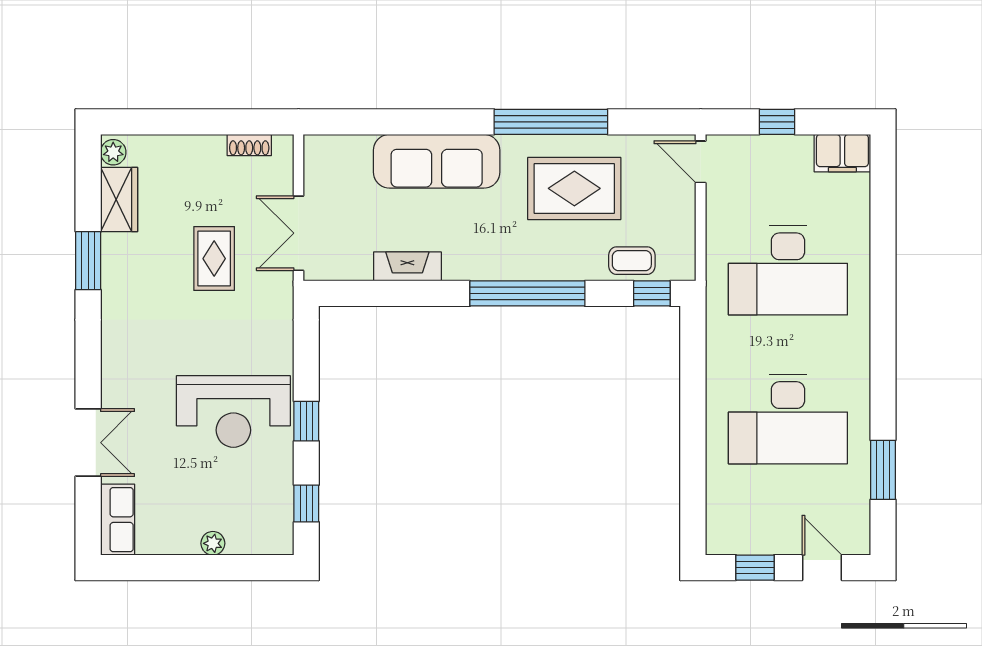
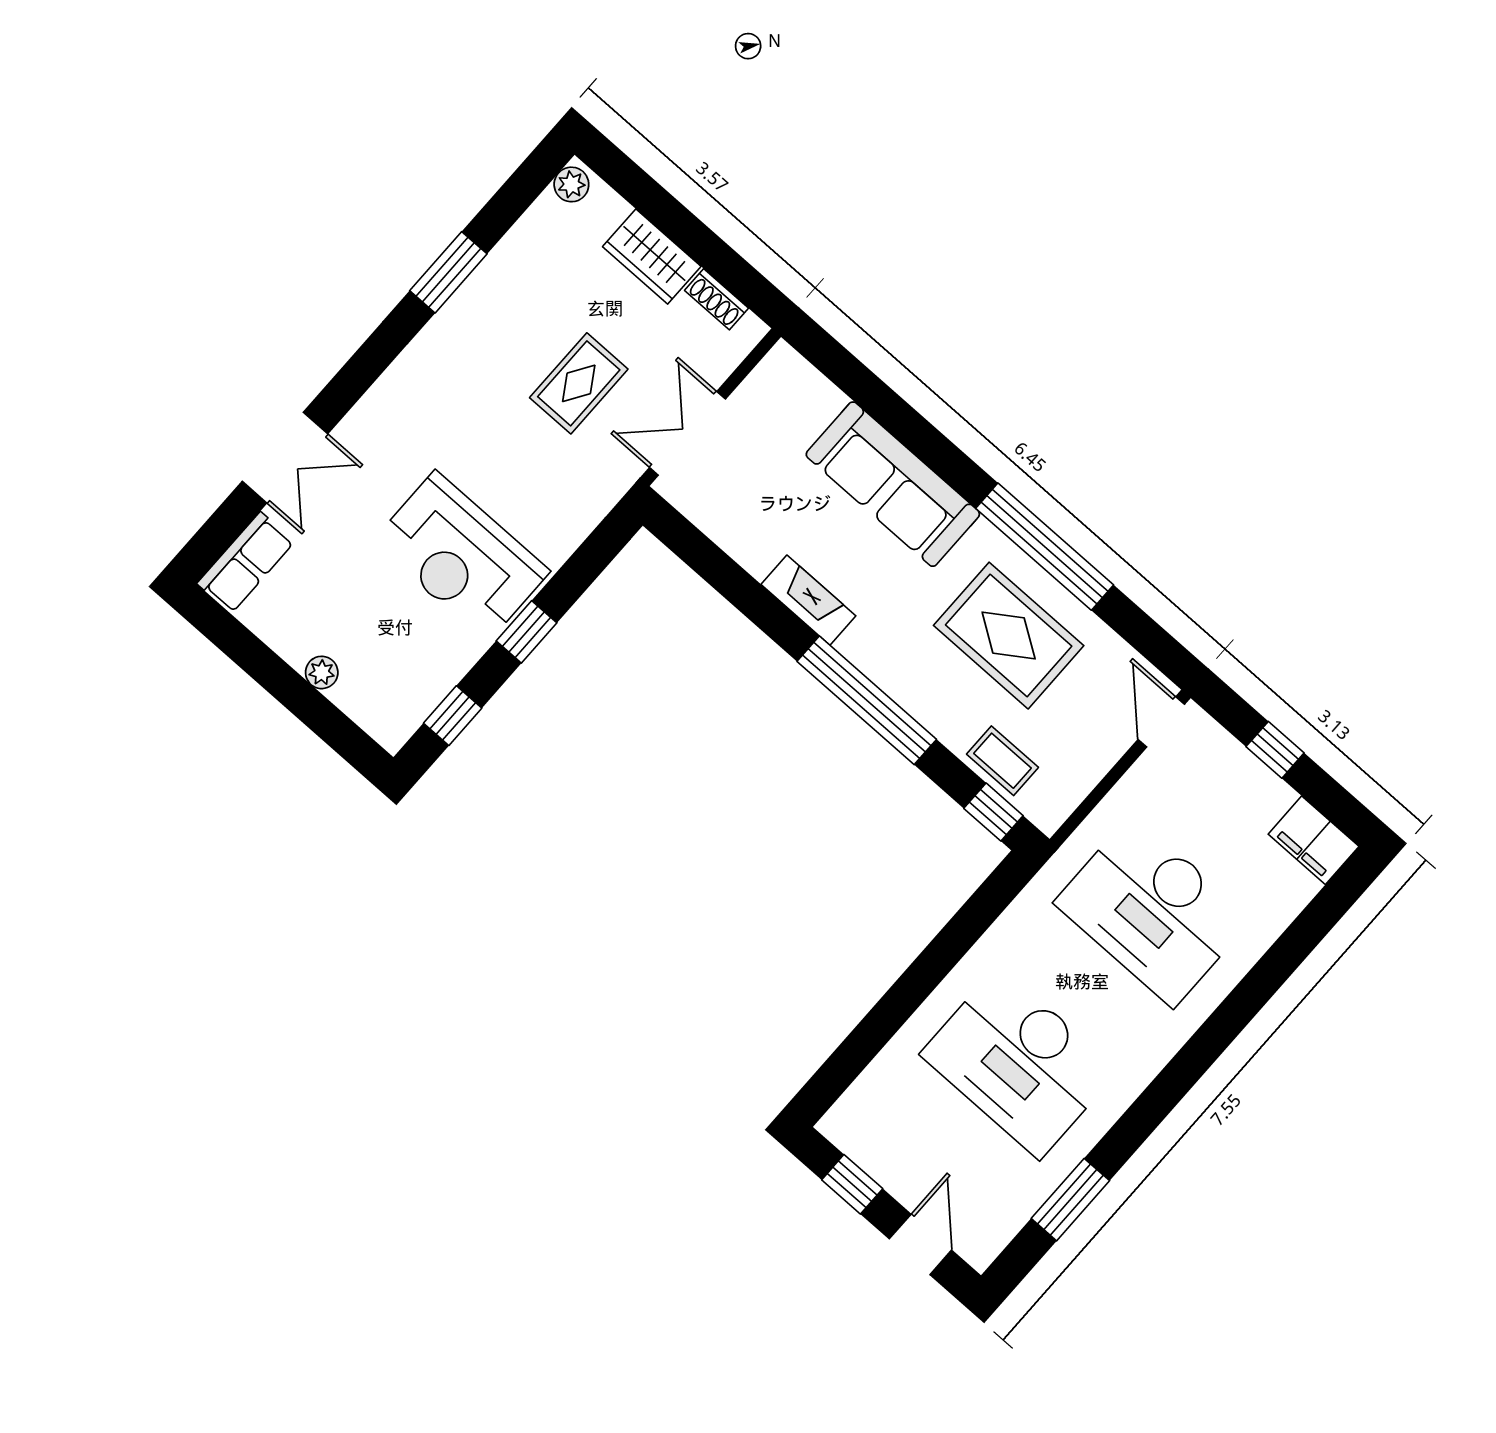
wardrobe: (119, 200) -> (652, 257), moved, turned 90
fireplace: (407, 266) -> (808, 600), moved

